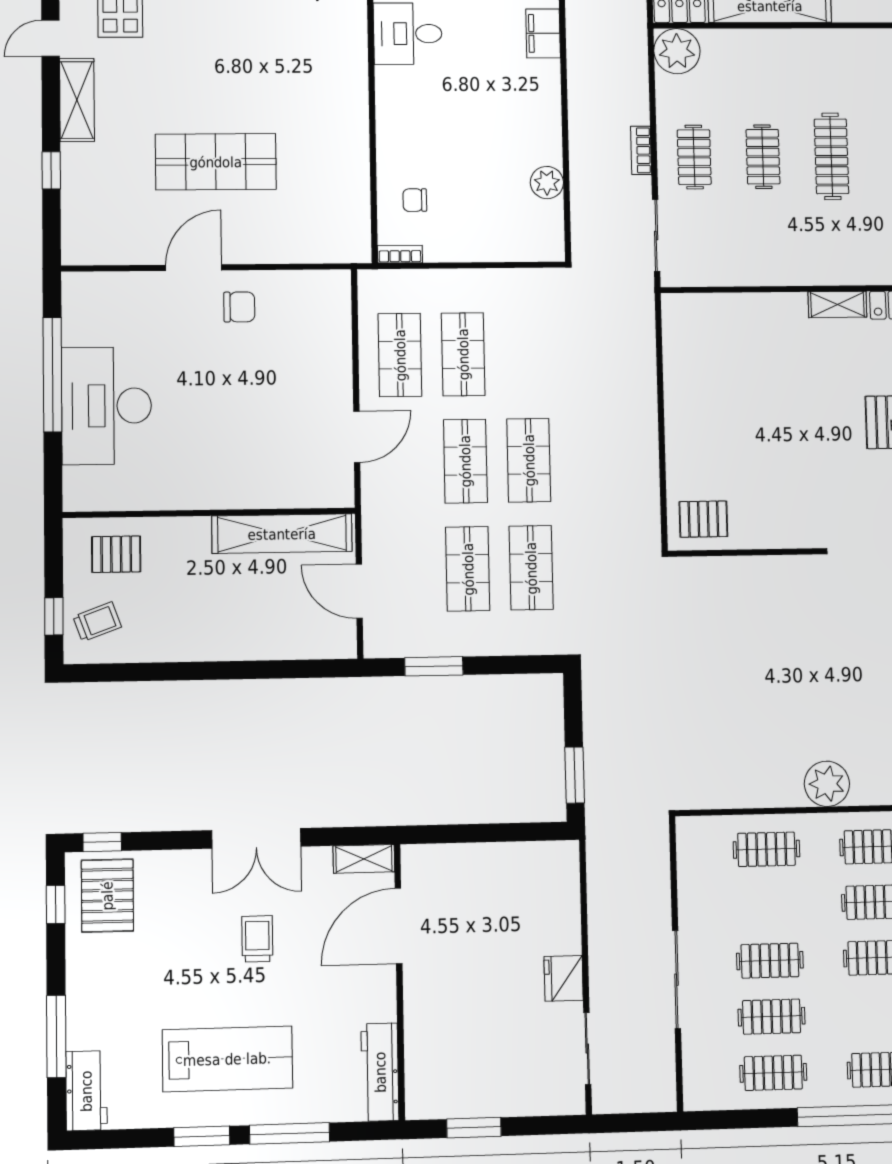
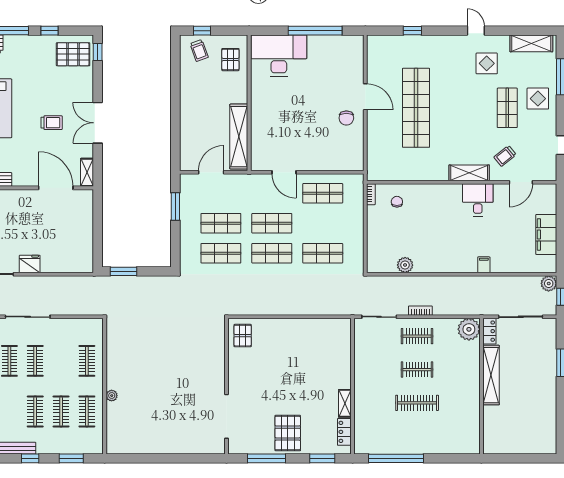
filing cabinet: (543, 33) -> (484, 265), width x0.50
shelving: (77, 100) -> (469, 173), moved
shop shelf: (216, 162) -> (416, 108), width x1.40
shop shelf: (463, 354) -> (323, 253), moved
desk: (107, 406) -> (279, 56), moved
plant: (827, 784) -> (112, 396), width x0.53, depth x0.53
window: (56, 904) -> (49, 31), moved

